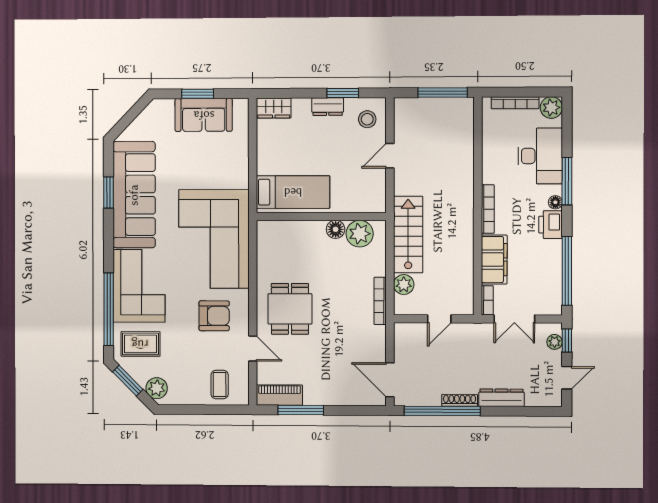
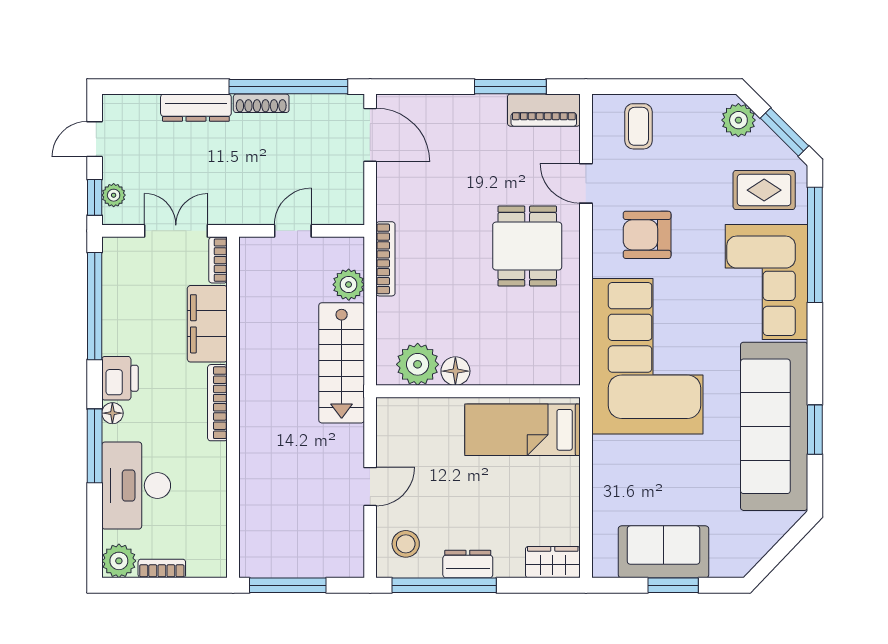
window: (343, 93) -> (444, 585), width x2.11
bookcase: (515, 103) -> (162, 568), width x0.64

